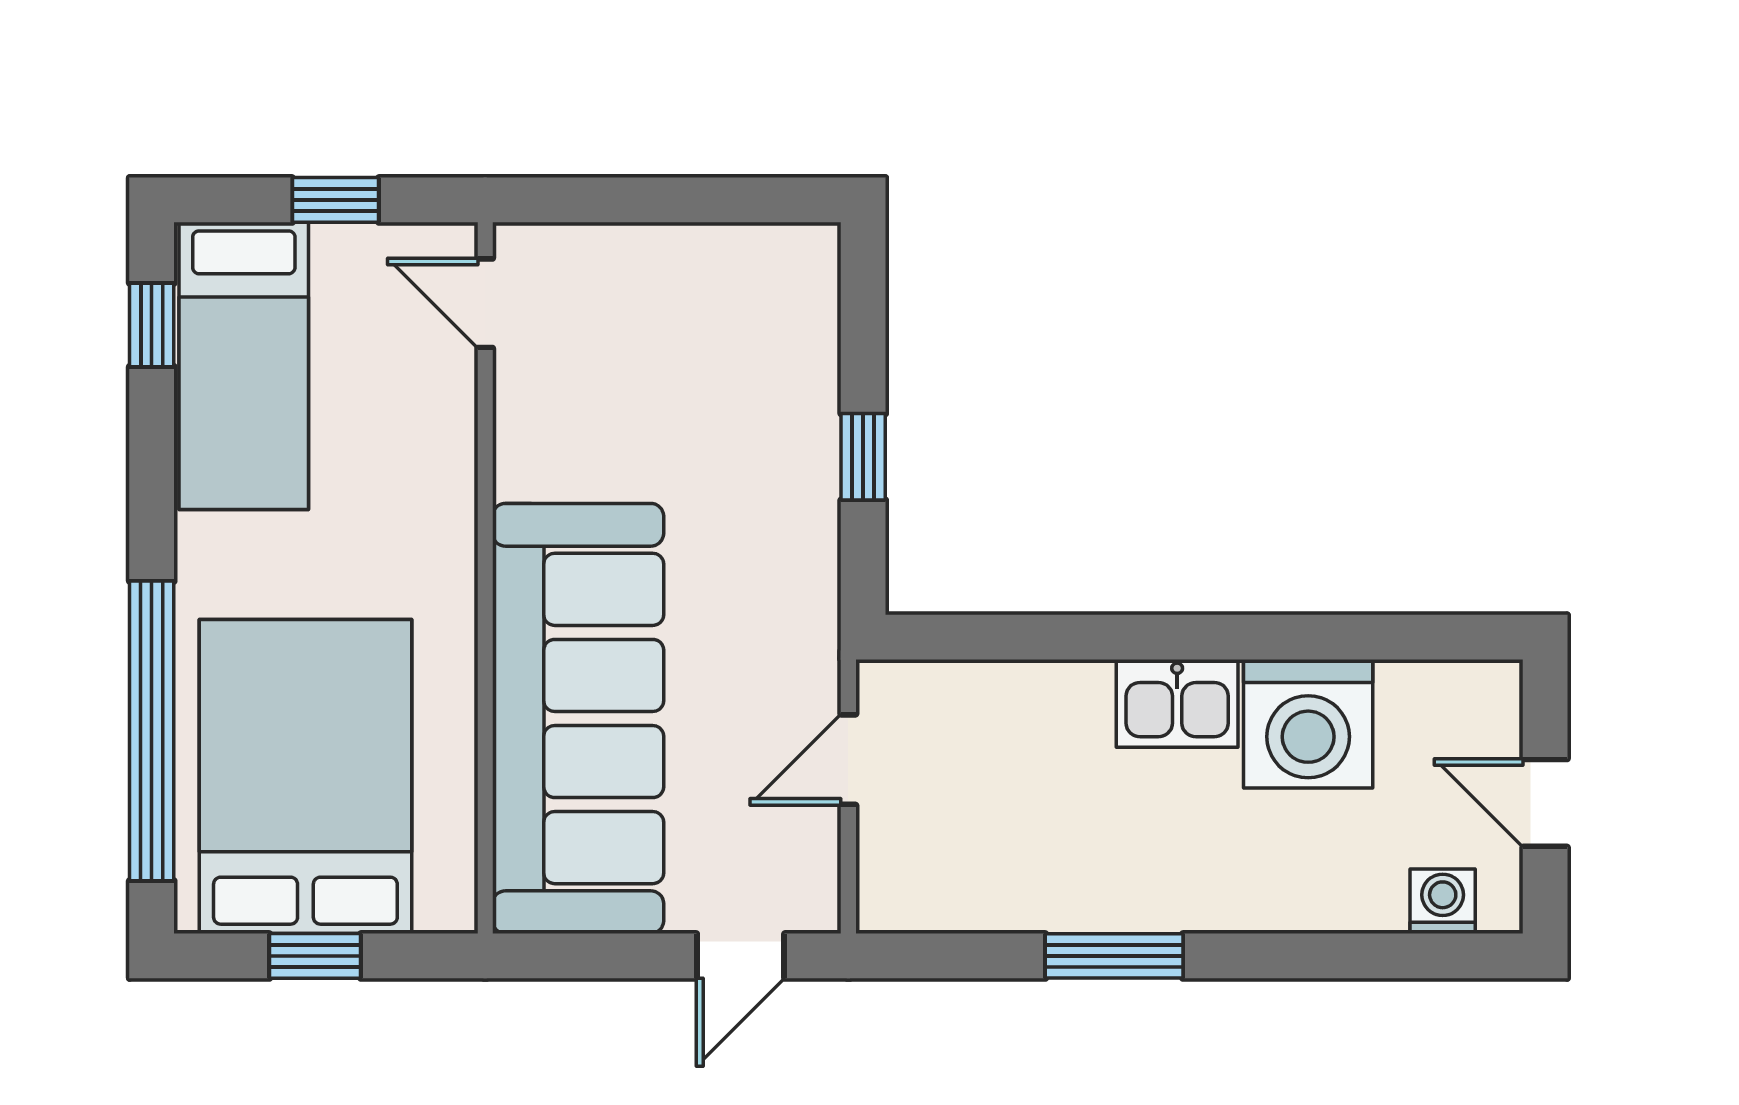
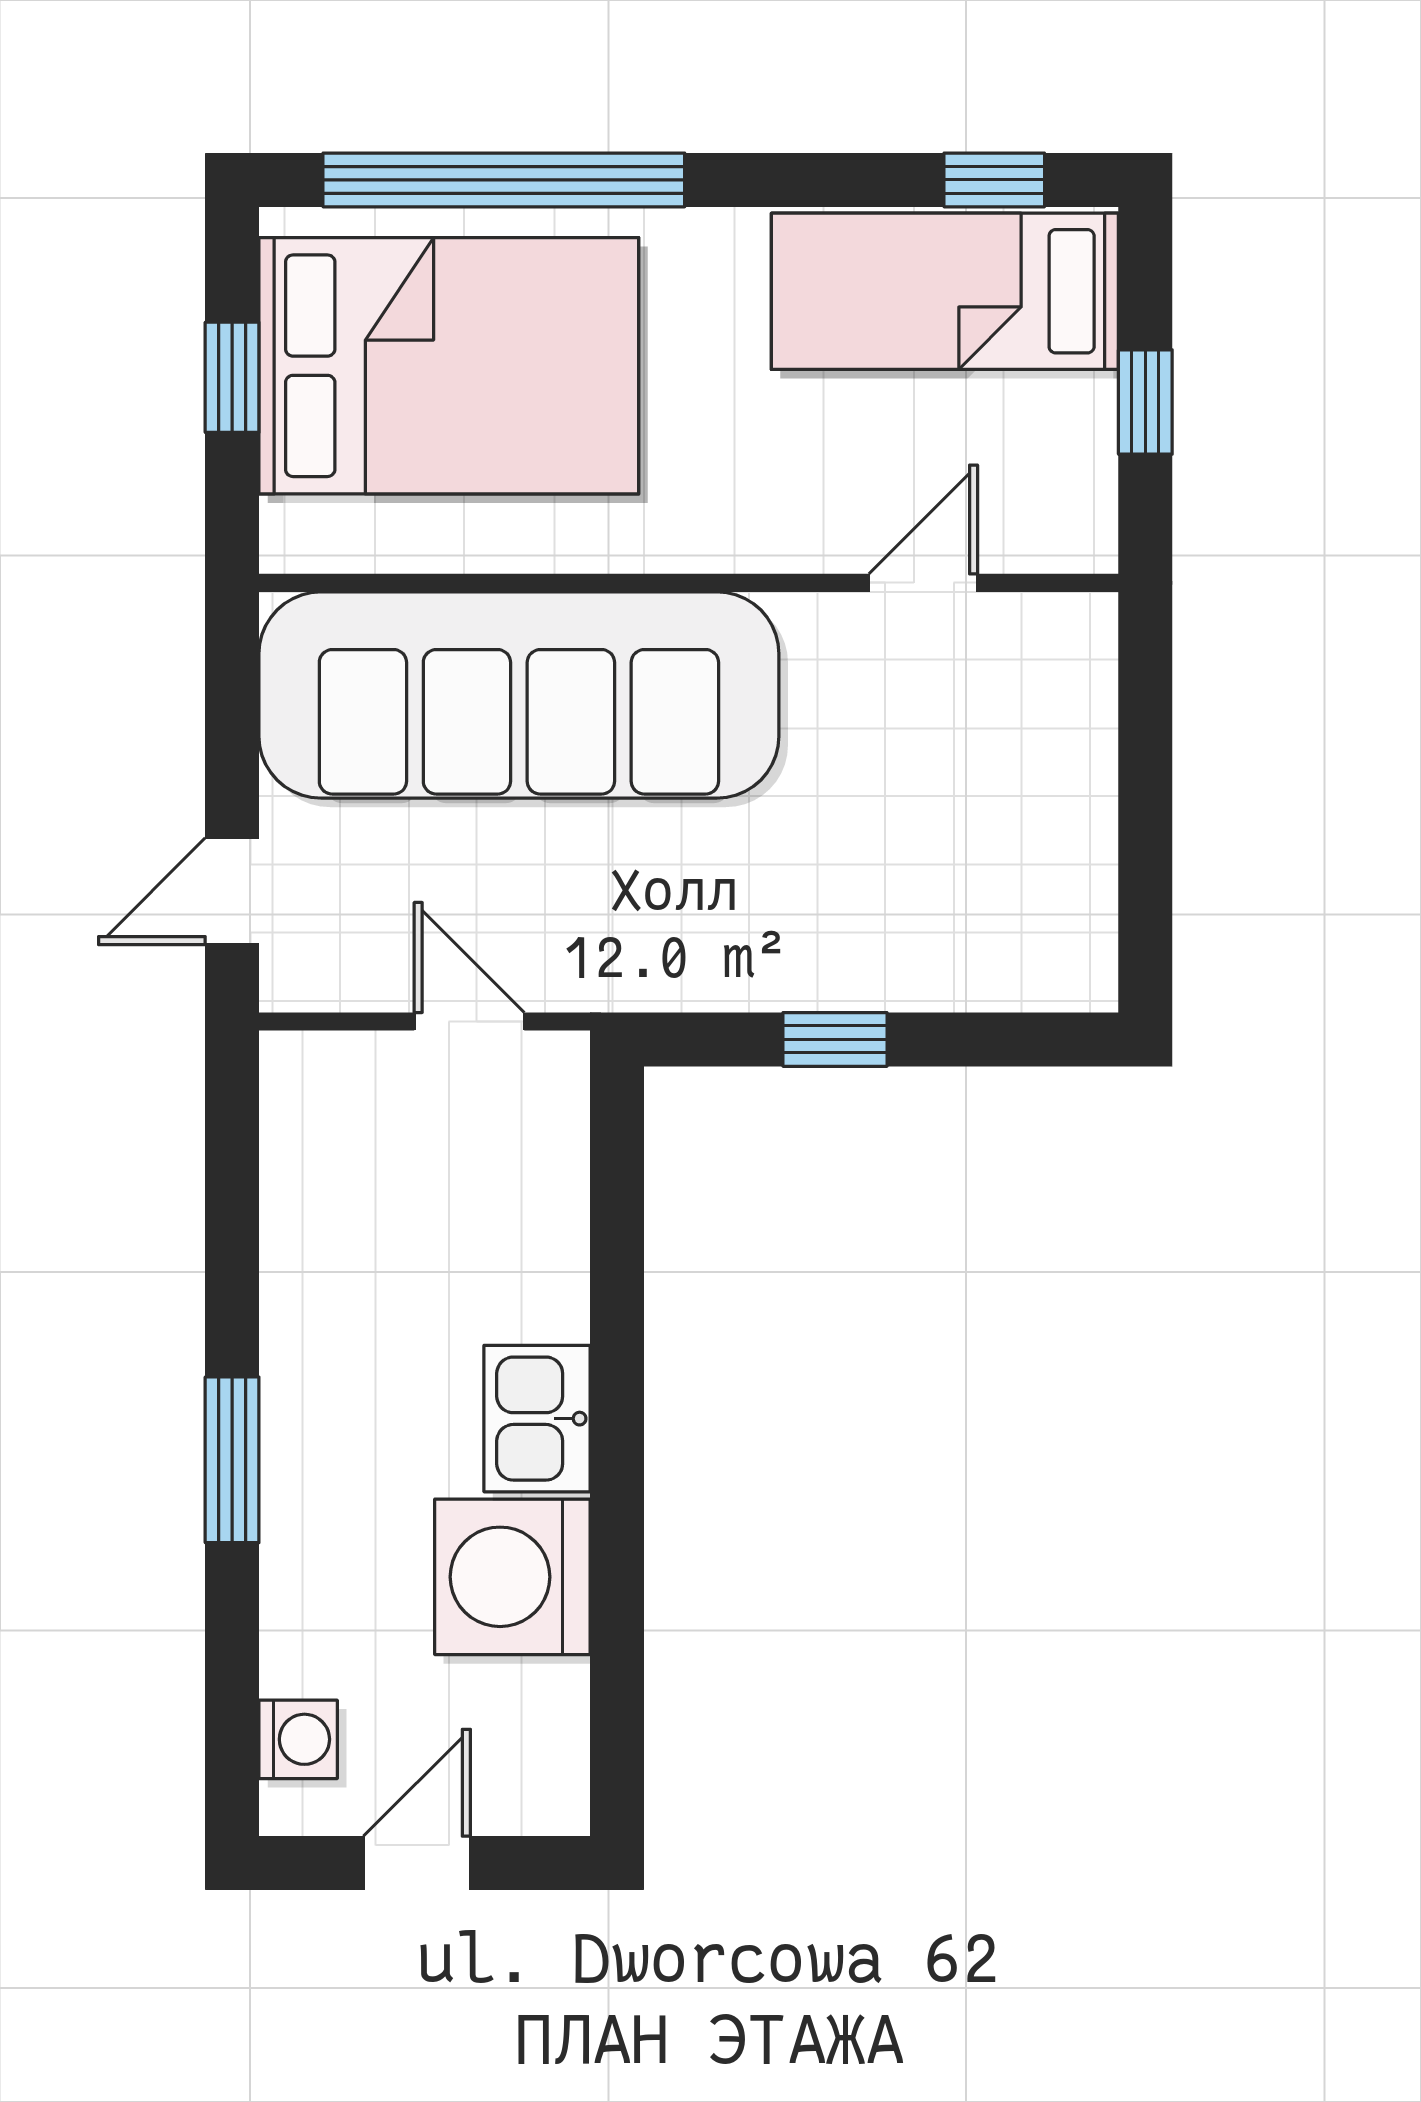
door: (485, 303) -> (923, 583), moved
door: (741, 956) -> (232, 891), hinge flipped
window: (1114, 956) -> (232, 1460), moved

